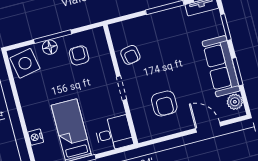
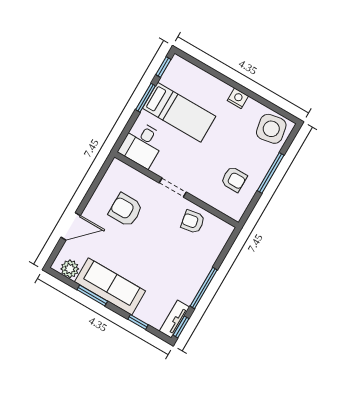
window: (226, 27) -> (138, 322), width x0.67
floor lamp: (50, 47) -> (264, 162), removed
nightstand: (36, 137) -> (238, 98), moved

